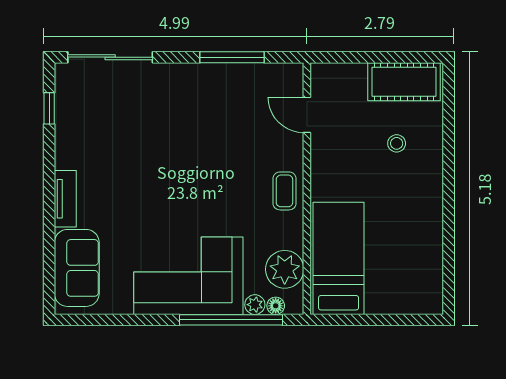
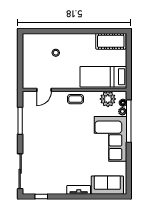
cot: (404, 82) -> (111, 41), moved, turned 90

